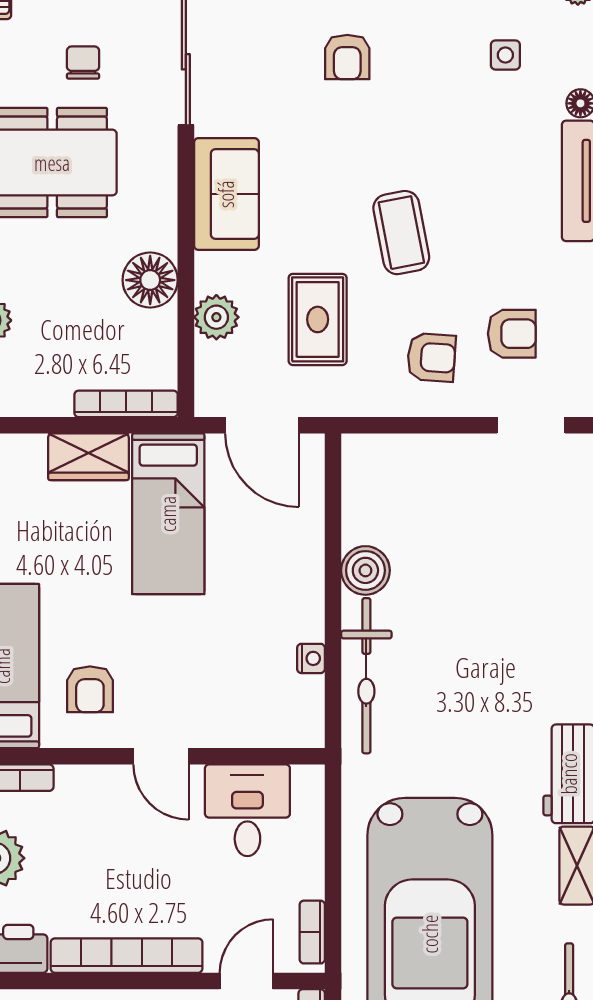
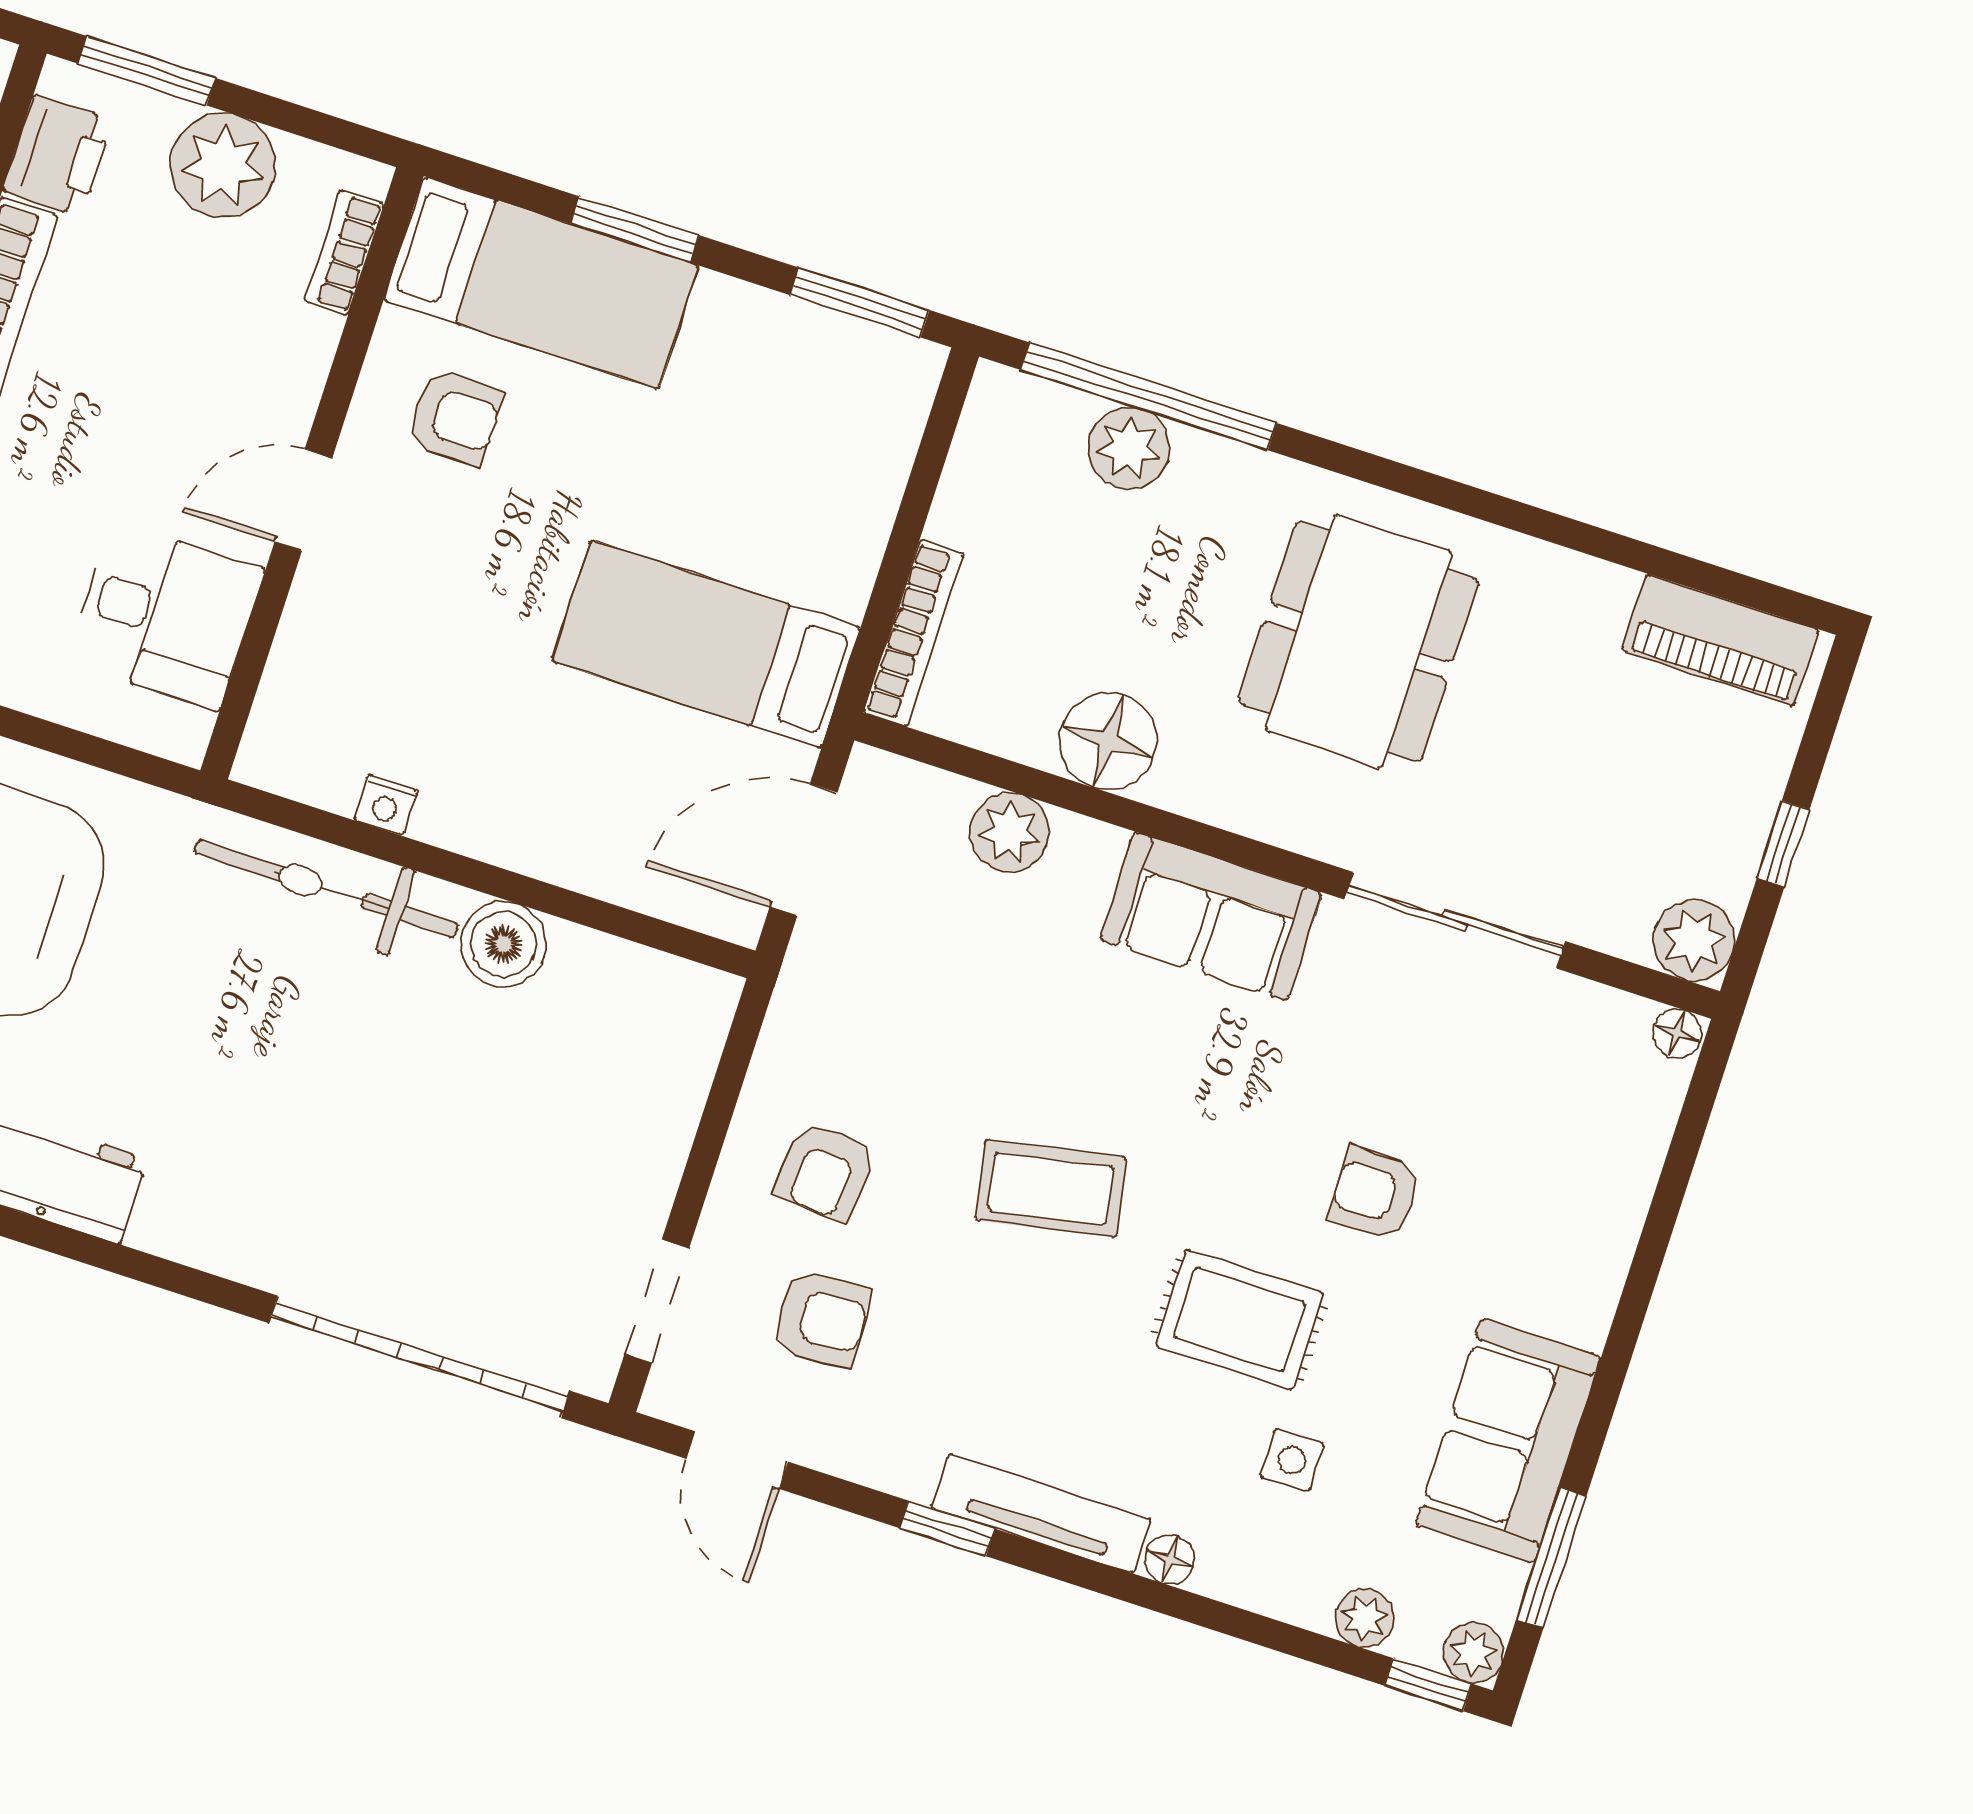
chair: (83, 63) -> (1510, 747), removed
rug: (318, 319) -> (1239, 1319), moved
armchair: (512, 334) -> (821, 1319), turned -94
wardrobe: (88, 457) -> (845, 542), removed
armchair: (90, 689) -> (454, 417), turned 180

